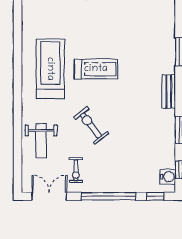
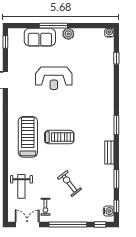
exercise bike: (91, 125) -> (69, 183), moved

